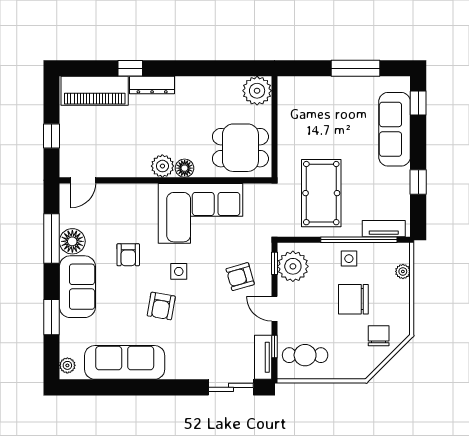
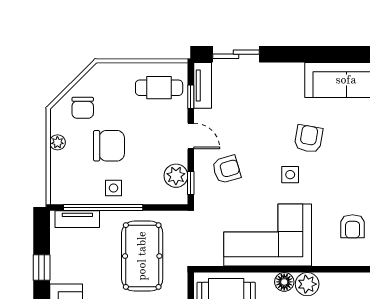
armchair: (128, 255) -> (353, 226), moved, turned 180
plant: (293, 266) -> (176, 176), width x0.73, depth x0.73
plant: (403, 271) -> (57, 142), moved

